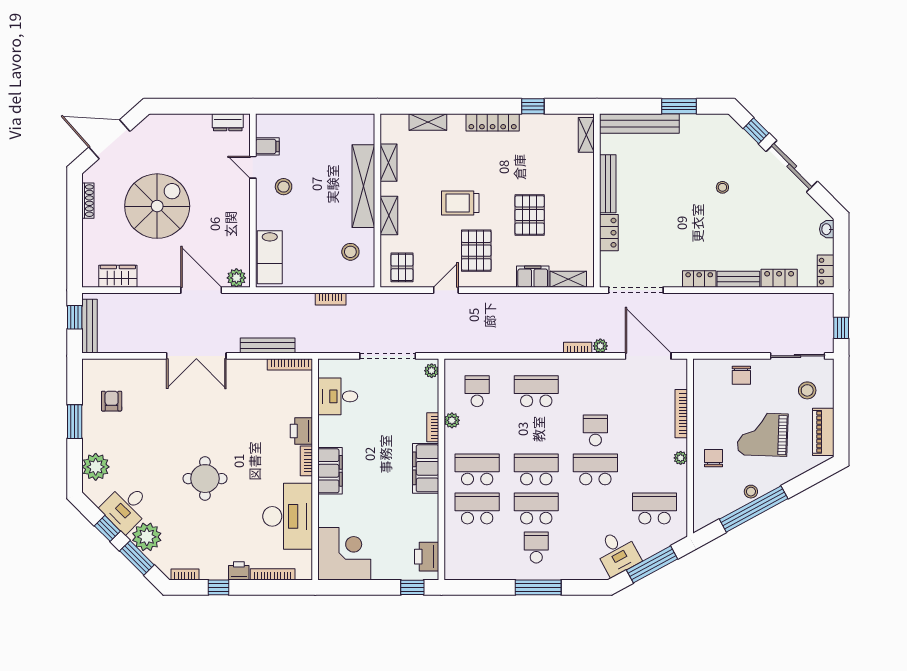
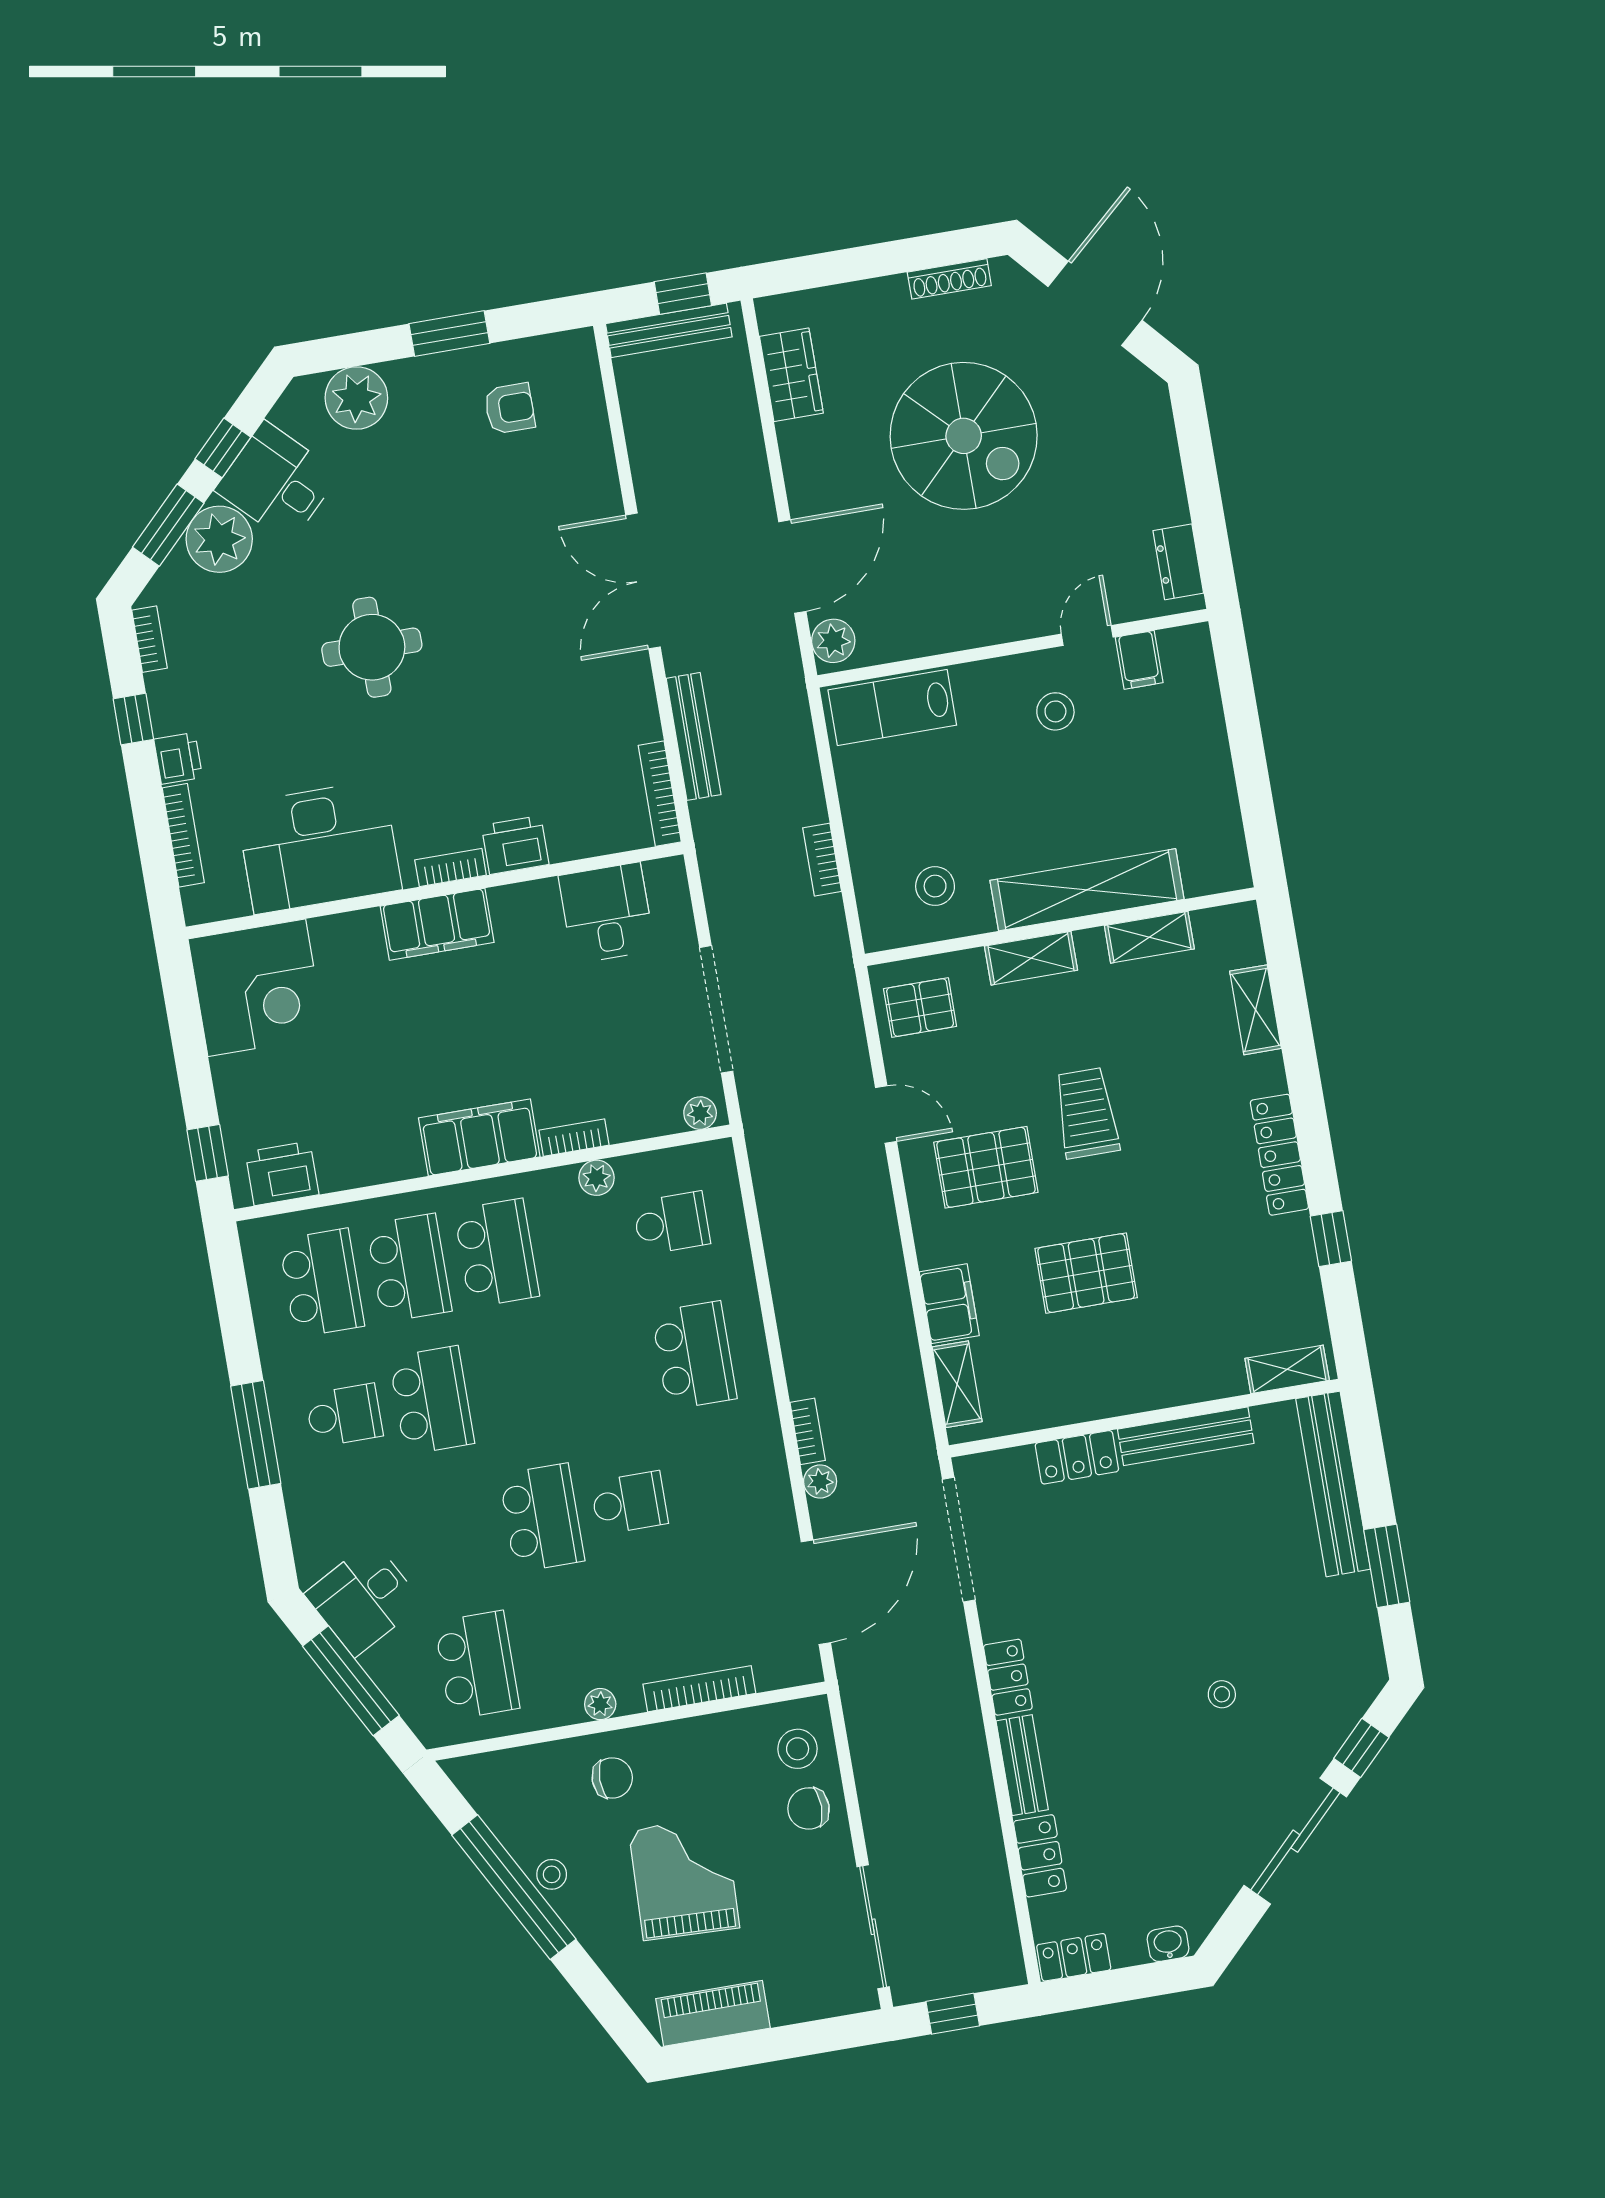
stool: (807, 390) -> (798, 1749), moved
school desk: (536, 469) -> (322, 1283), moved

